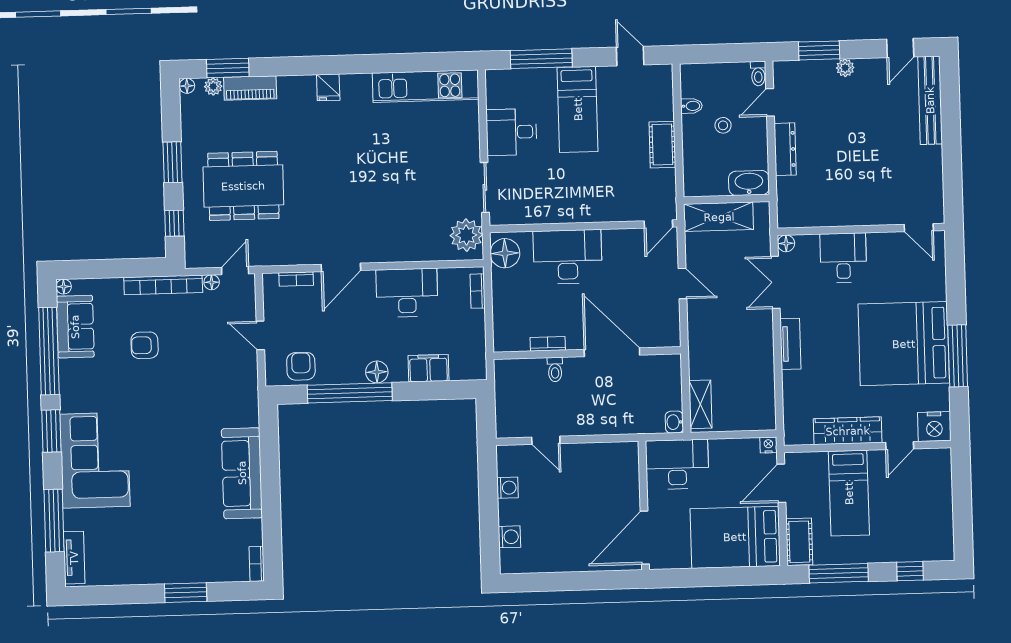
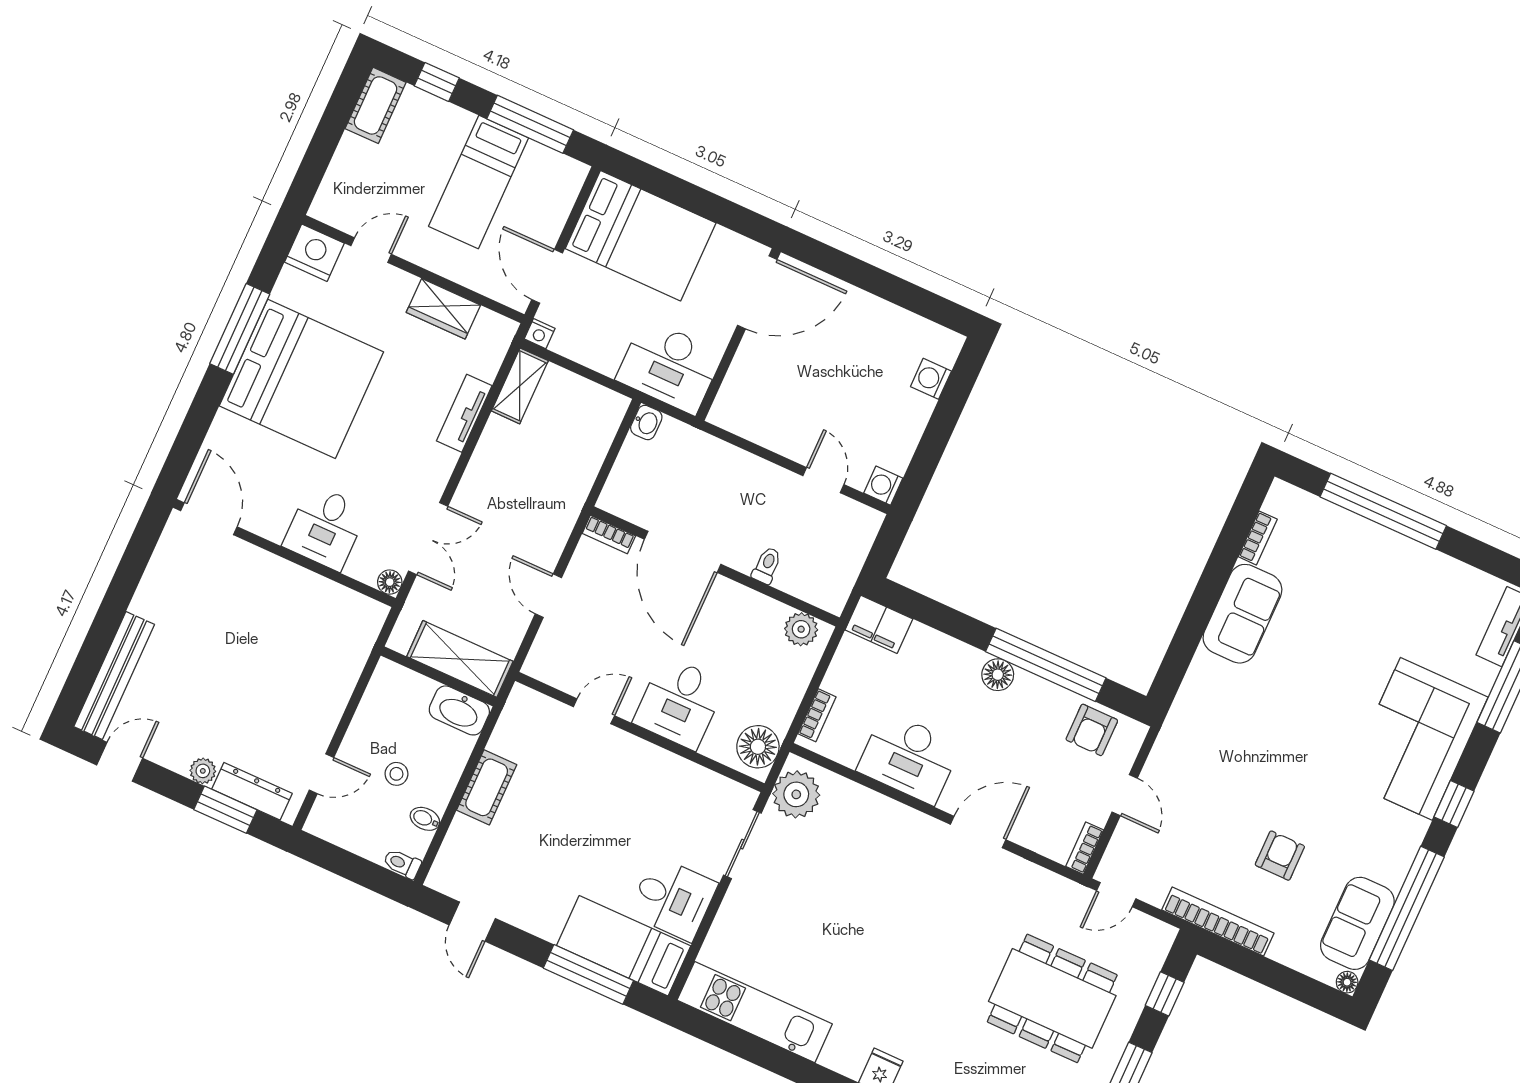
toilet: (758, 74) -> (402, 864), moved, turned -90
bed: (578, 109) -> (624, 946), moved, turned -90
dresser: (785, 149) -> (252, 791), moved, turned 90
washbasin: (749, 183) -> (459, 710), moved
door: (658, 224) -> (594, 711), moved
door: (919, 228) -> (209, 519), width x1.38
desk: (568, 257) -> (679, 703), width x0.73
bookcase: (296, 279) -> (1085, 848), moved, turned -90
floor lamp: (212, 282) -> (1154, 894), removed
plant: (514, 340) -> (801, 629), added
bookcase: (548, 344) -> (609, 535), moved
tv unit: (790, 344) -> (464, 413), moved
armchair: (145, 345) -> (1280, 856), turned -90
filing cabinet: (429, 368) -> (879, 624), moved
shelving: (700, 404) -> (520, 386), moved
window: (51, 431) -> (1454, 804), width x0.67
wardrobe: (848, 431) -> (443, 309), width x0.67
sofa: (242, 473) -> (1242, 614), width x0.73
door: (781, 483) -> (547, 276), swing flipped
washing machine: (508, 488) -> (883, 486), moved
bed: (849, 493) -> (479, 182), moved, turned 180
cot: (799, 542) -> (376, 105), moved
bookcase: (257, 564) -> (1258, 538), moved
window: (186, 593) -> (1383, 511), width x2.11

